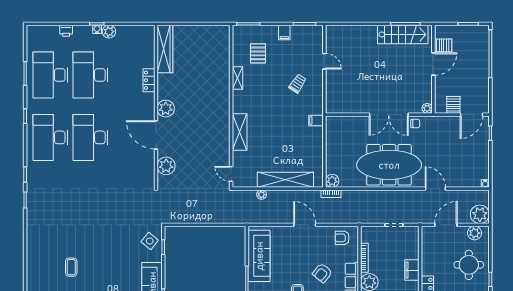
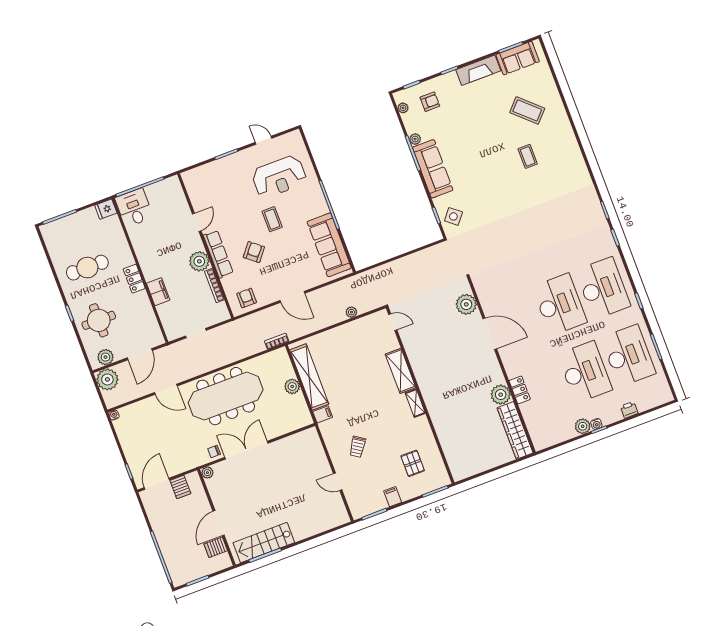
shelving: (237, 78) -> (415, 403), moved
plant: (166, 109) -> (501, 395), moved
shelving: (285, 180) -> (309, 377), moved, turned 90
plant: (332, 181) -> (292, 386), moved
armchair: (342, 238) -> (247, 298), turned -90

